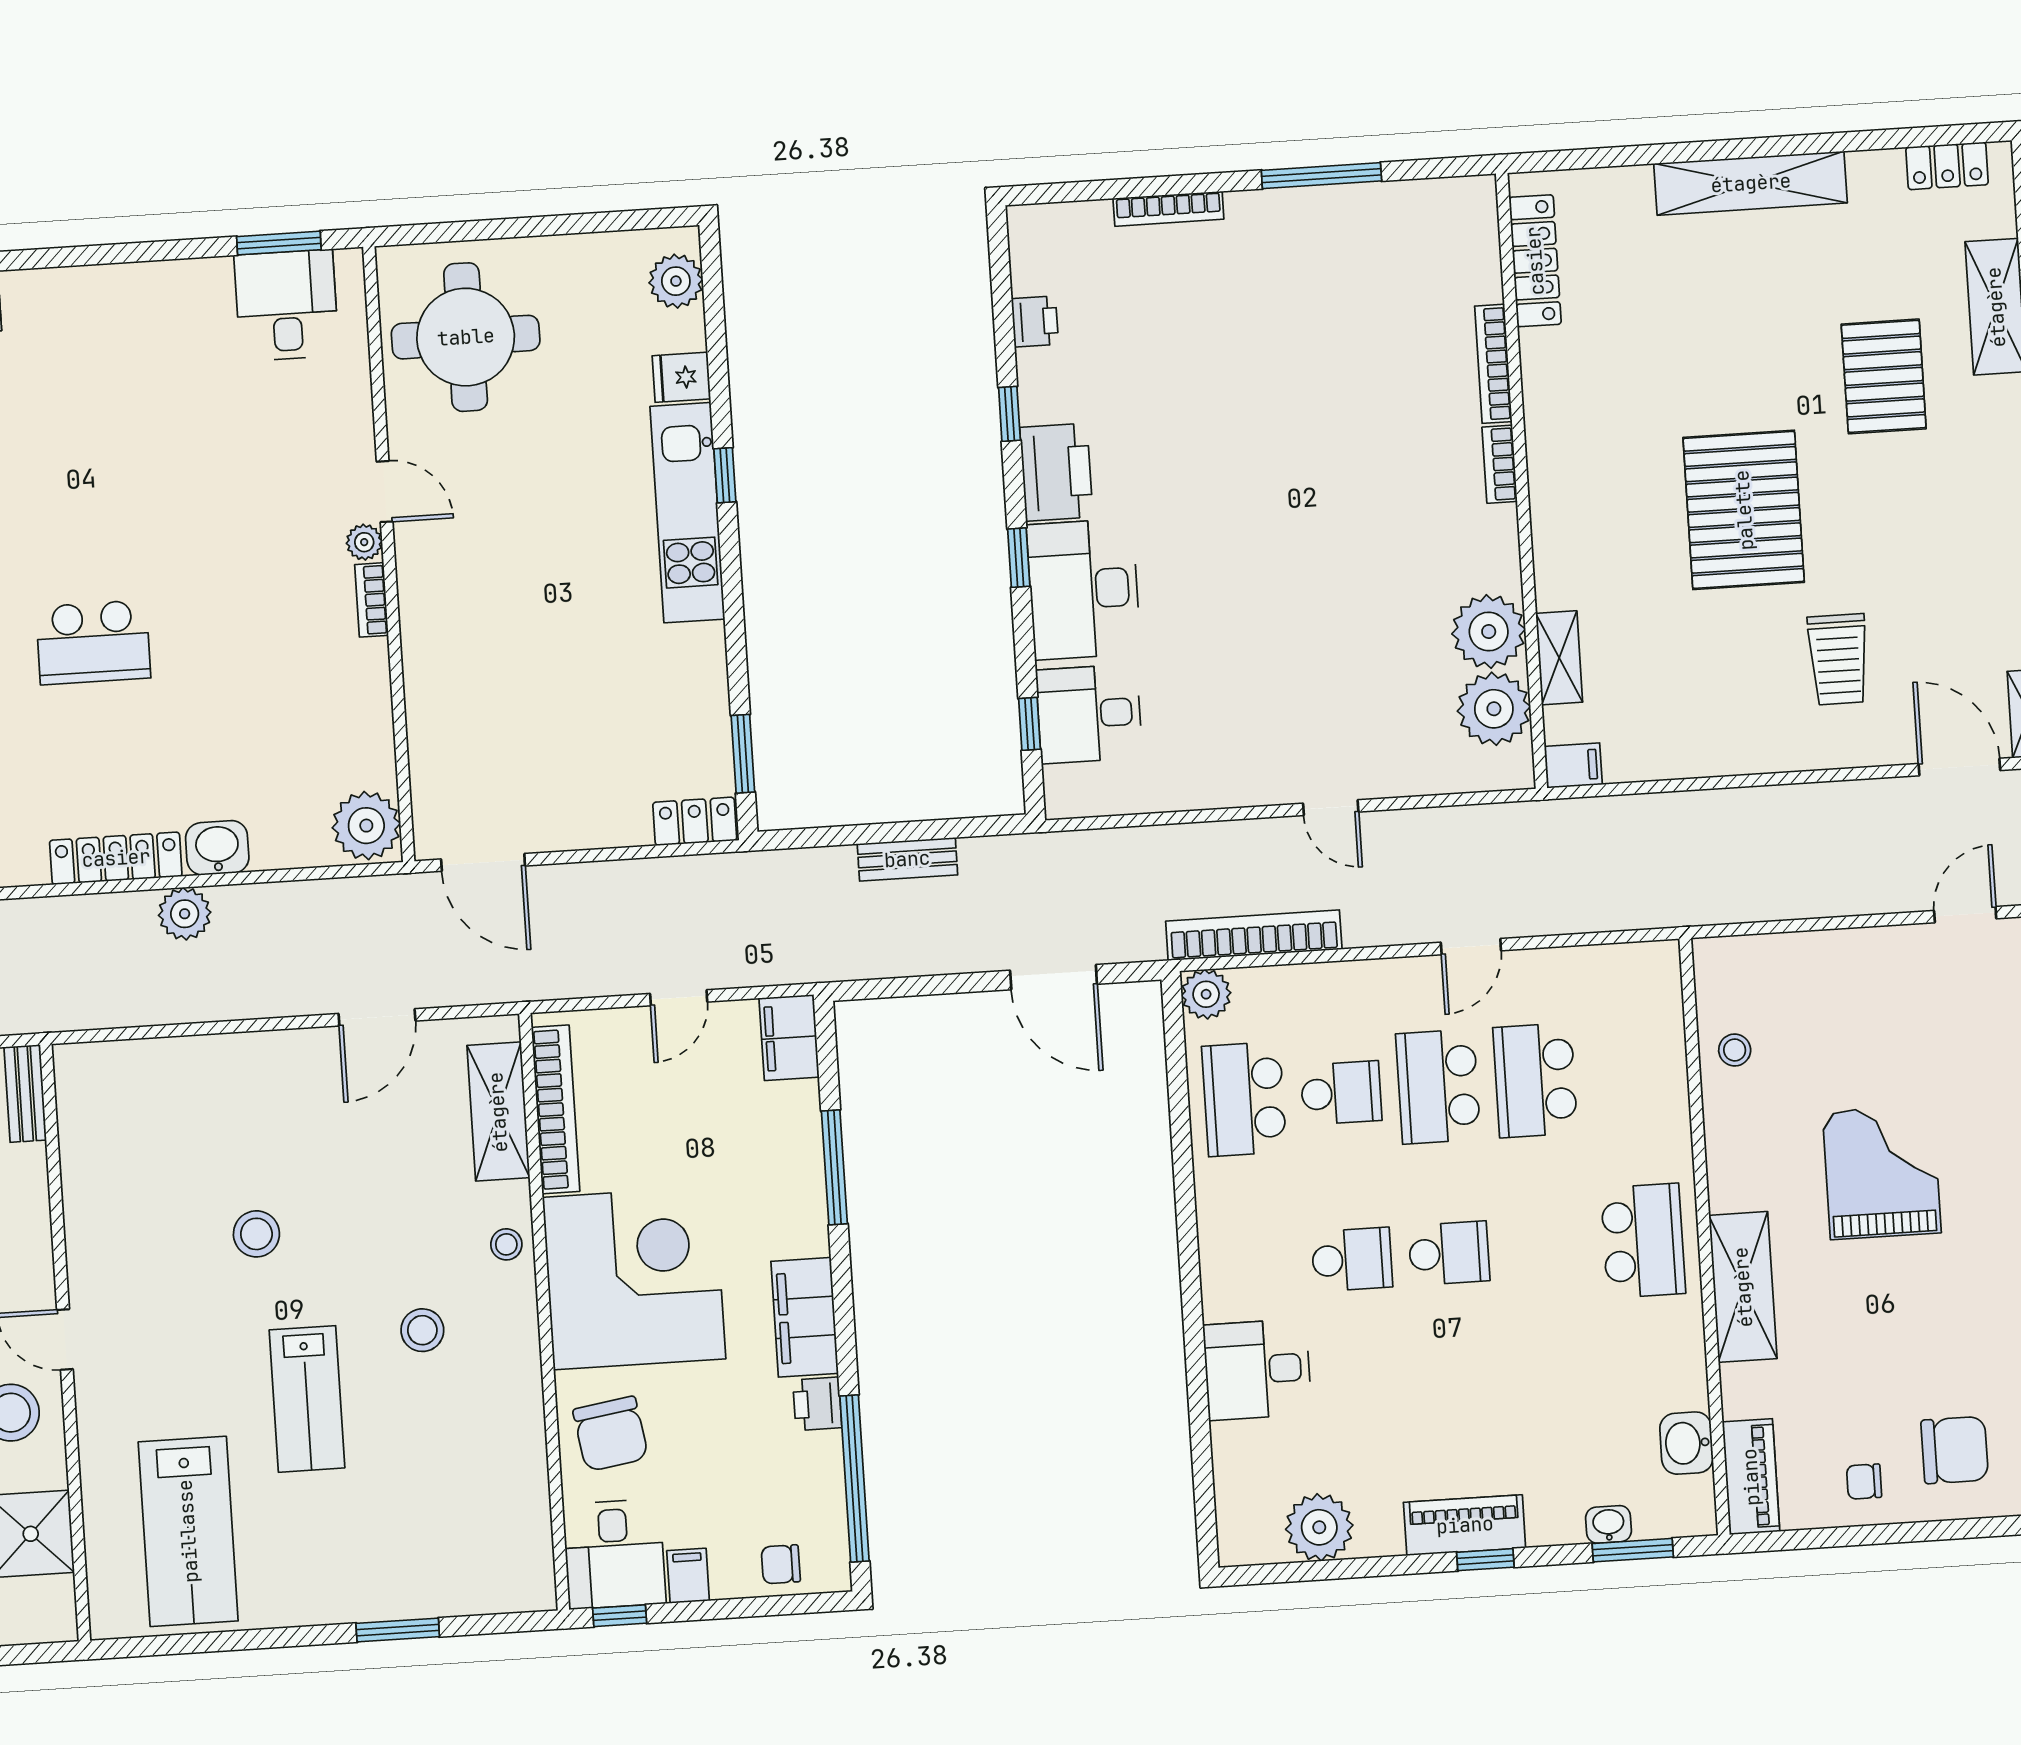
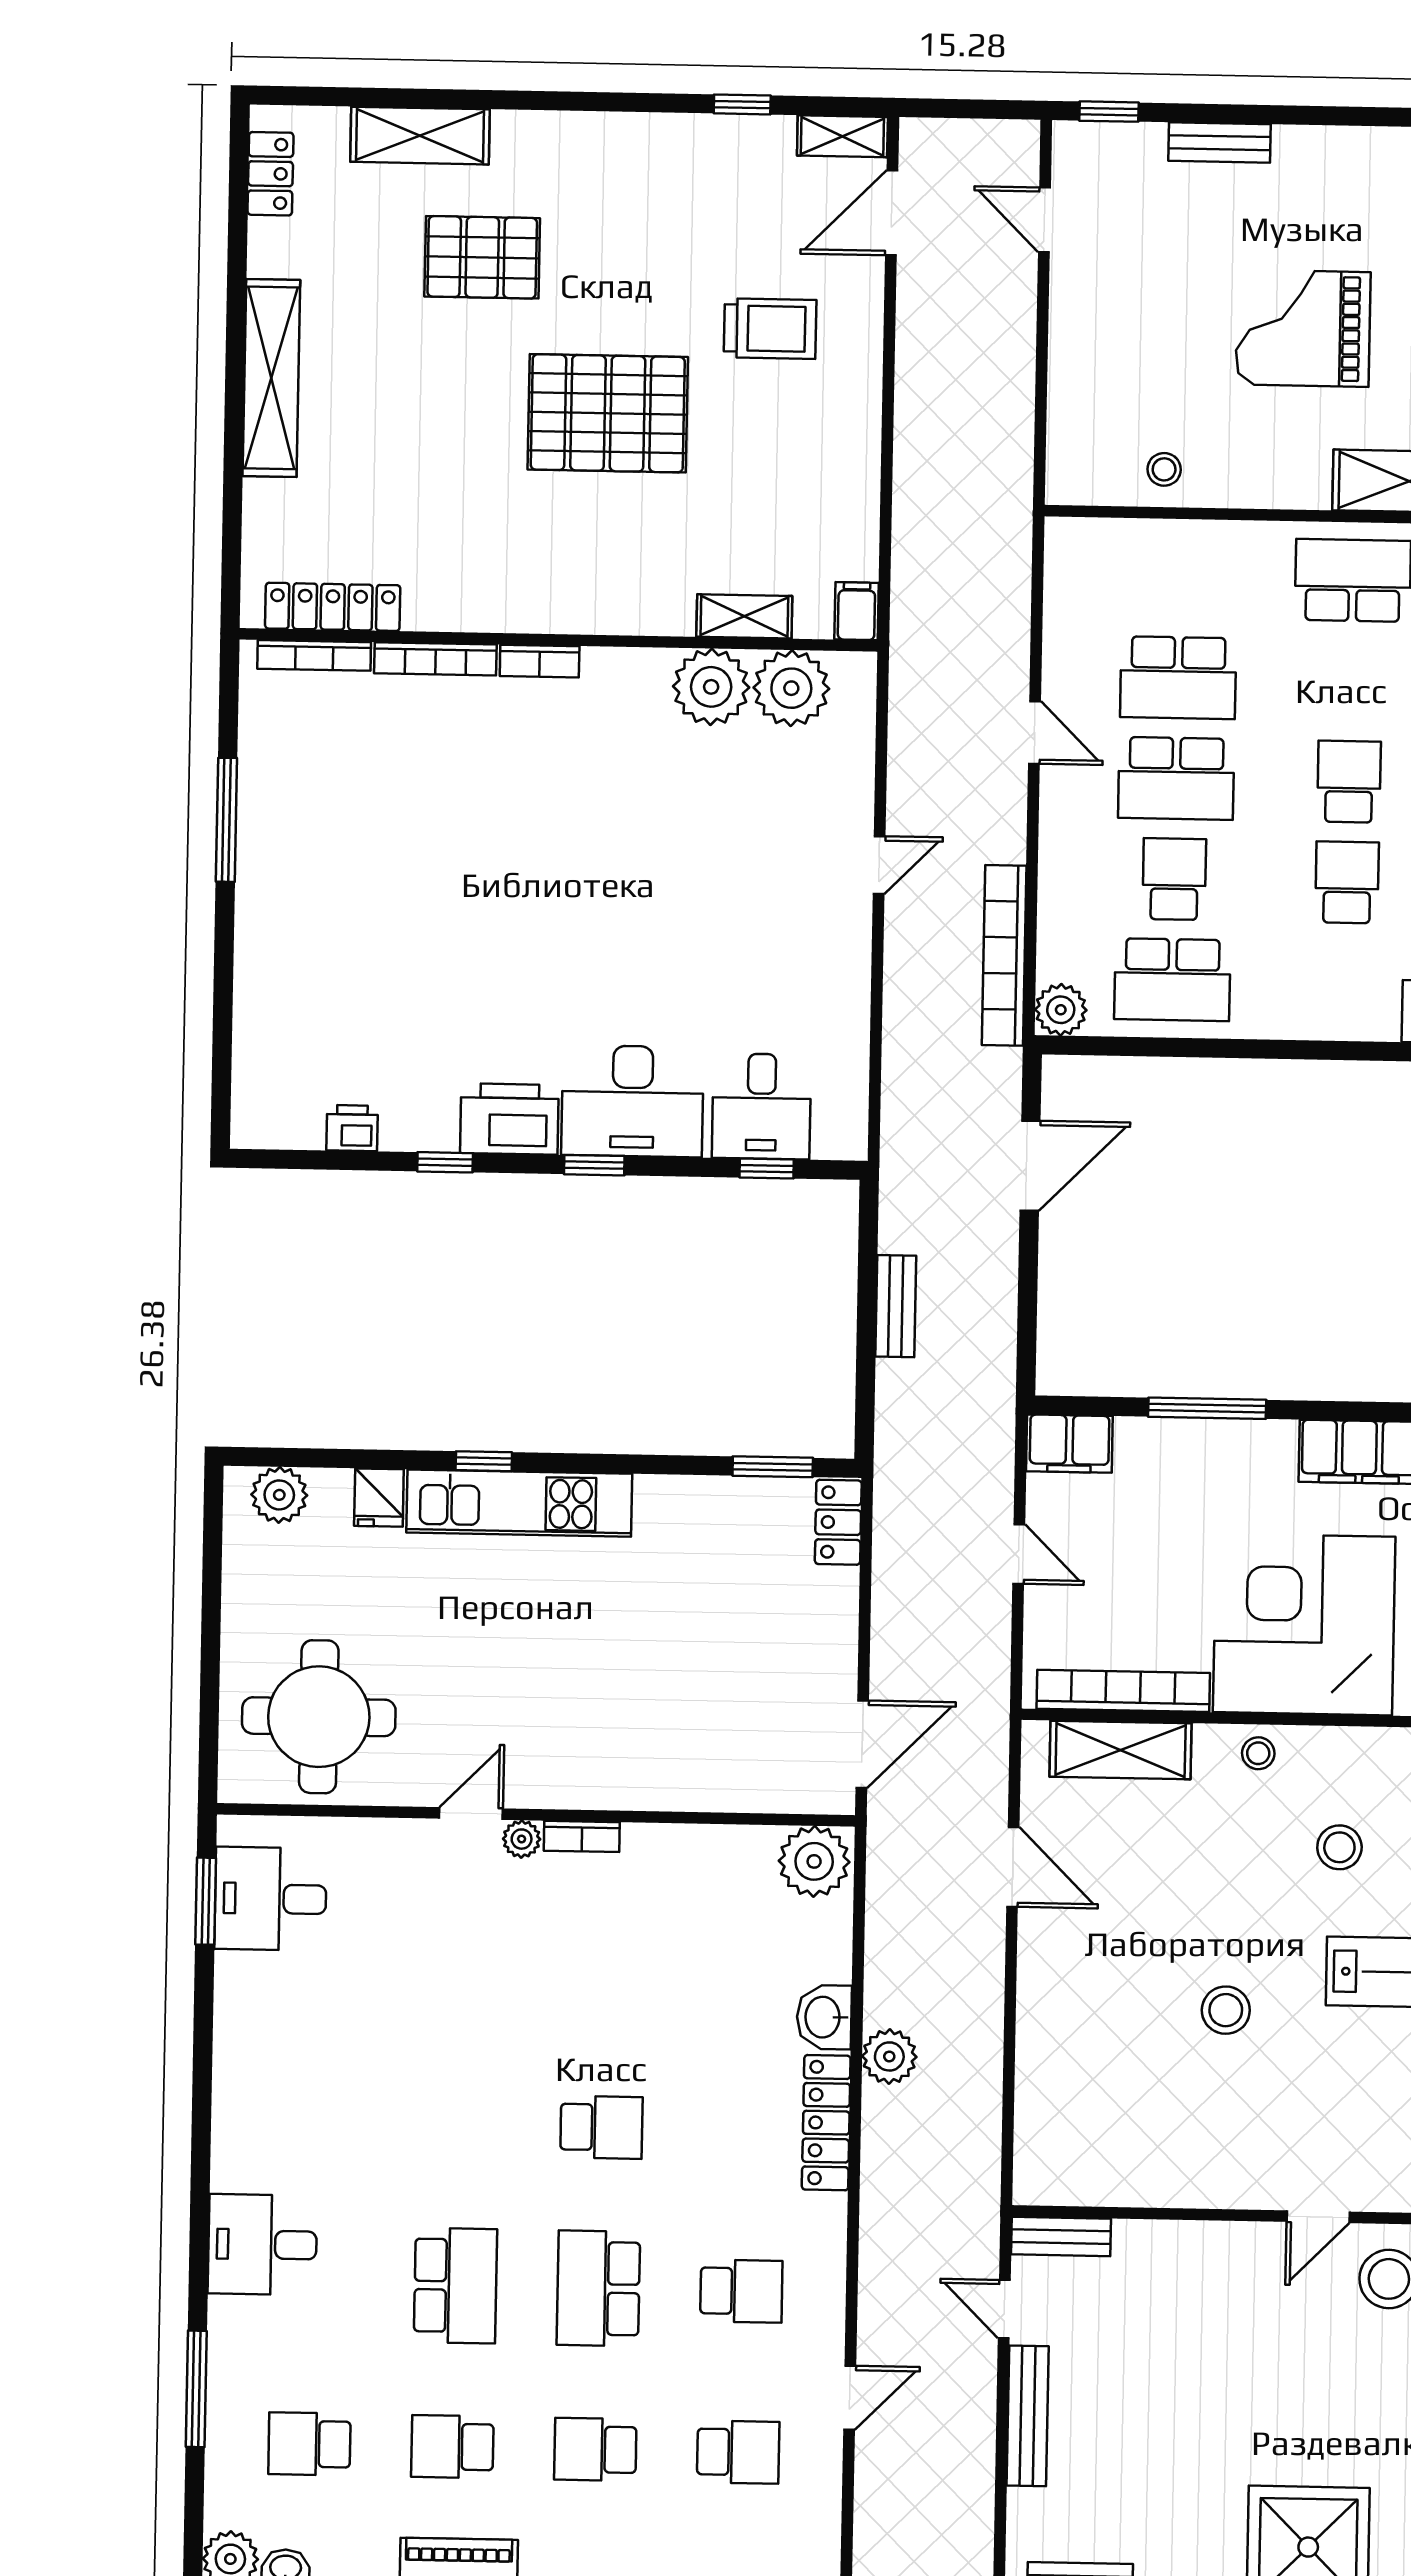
bookcase: (1168, 209) -> (314, 655), moved, turned 90
school desk: (93, 642) -> (601, 2127), width x0.54

